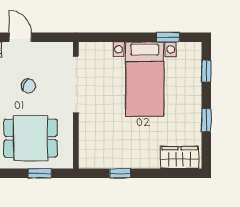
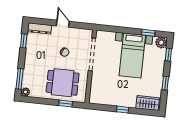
plant: (192, 52) -> (161, 43), added
window: (120, 173) -> (123, 110), moved

